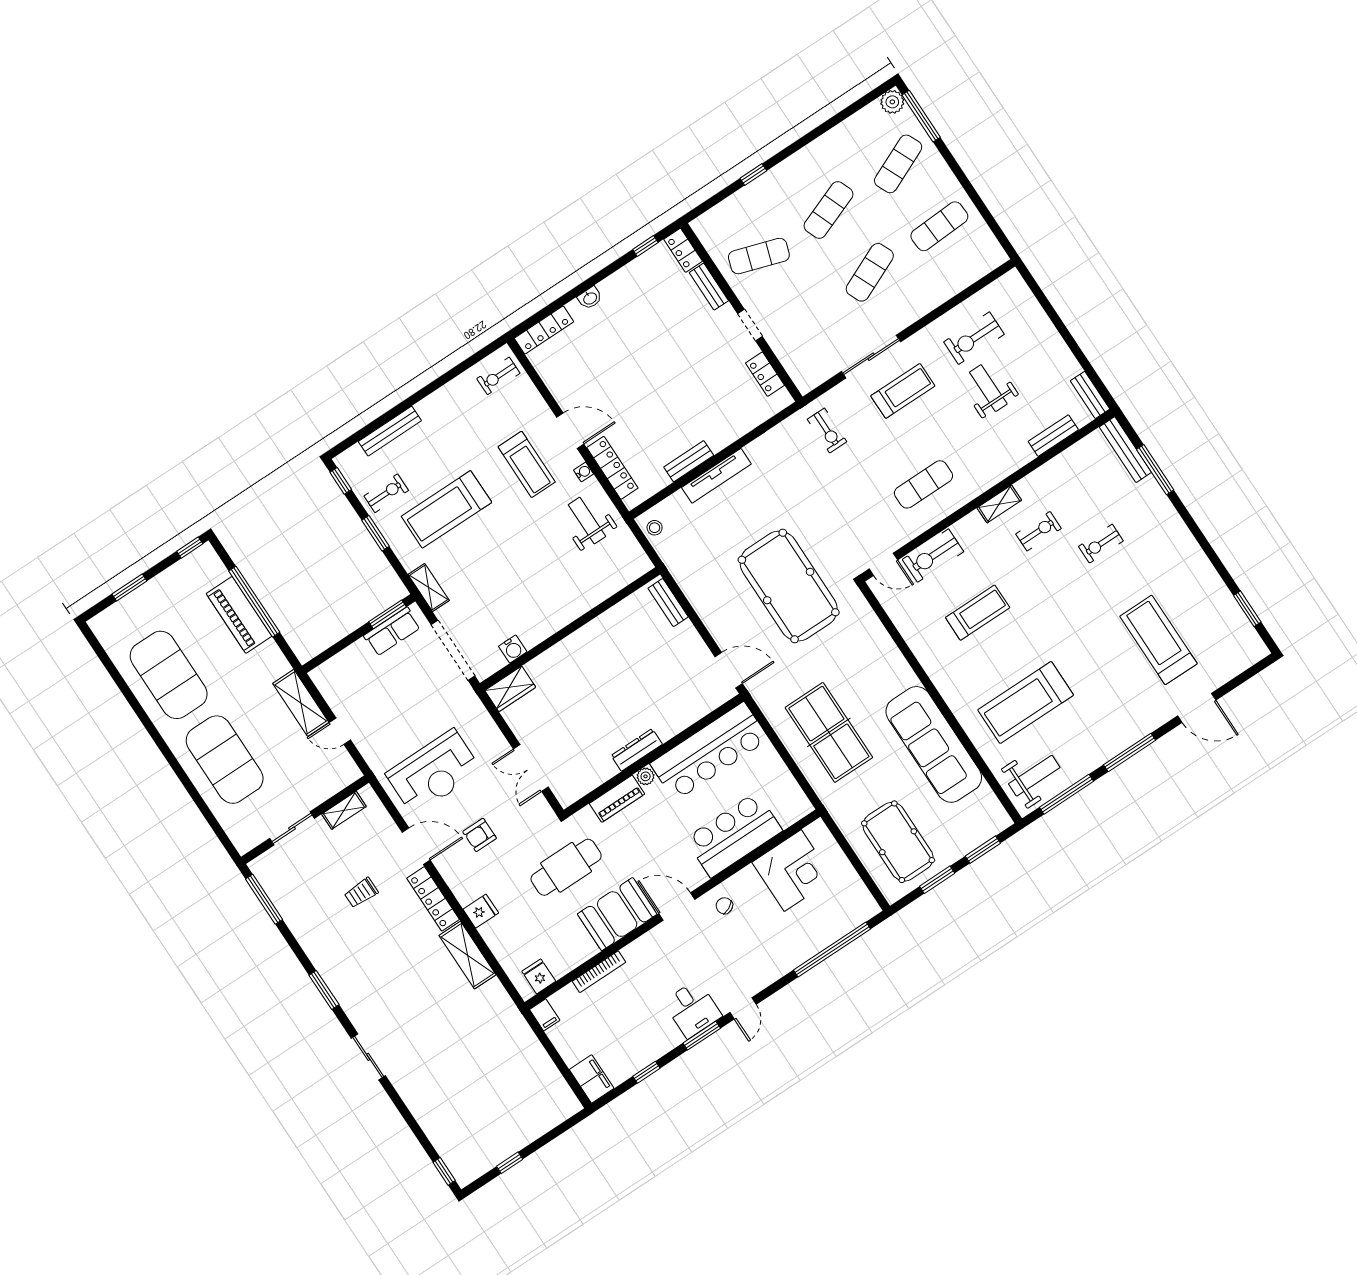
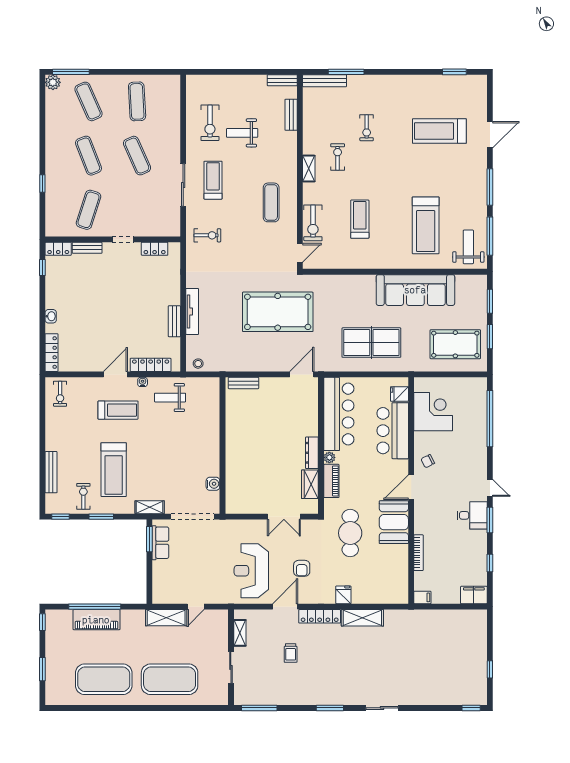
wardrobe: (510, 689) -> (310, 484), moved, turned 180
reception desk: (434, 772) -> (251, 571), turned 180
fridge: (539, 976) -> (399, 394), moved

